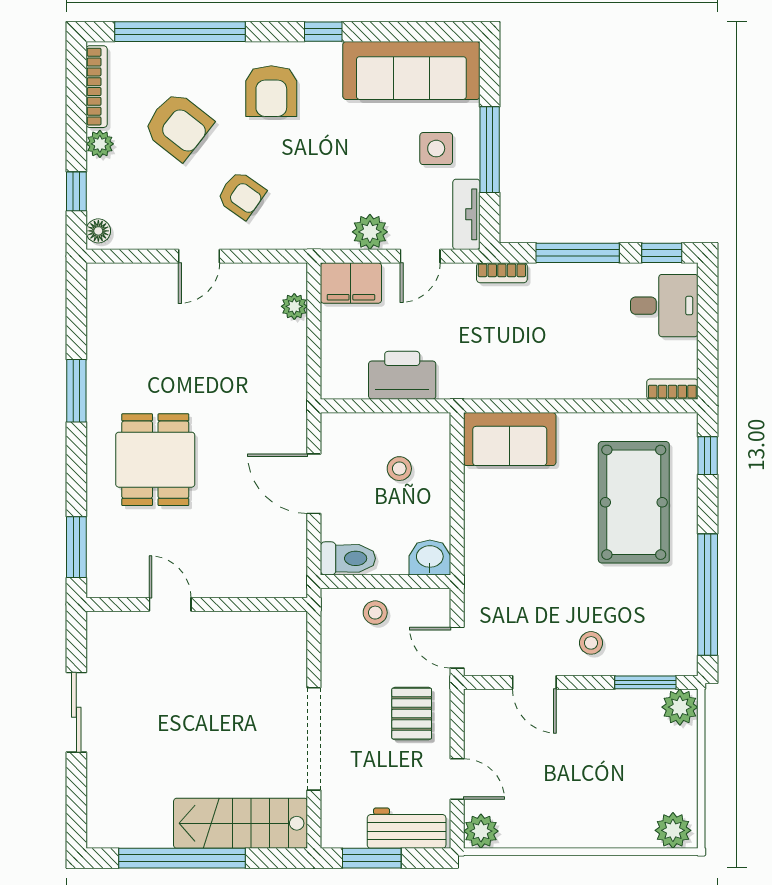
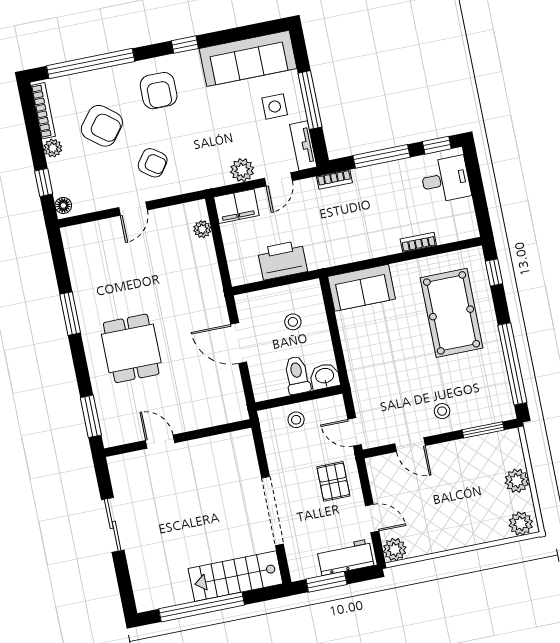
bookcase: (672, 389) -> (418, 242), moved
toilet: (348, 558) -> (297, 375), moved, turned -90
plant: (680, 707) -> (517, 481), moved

